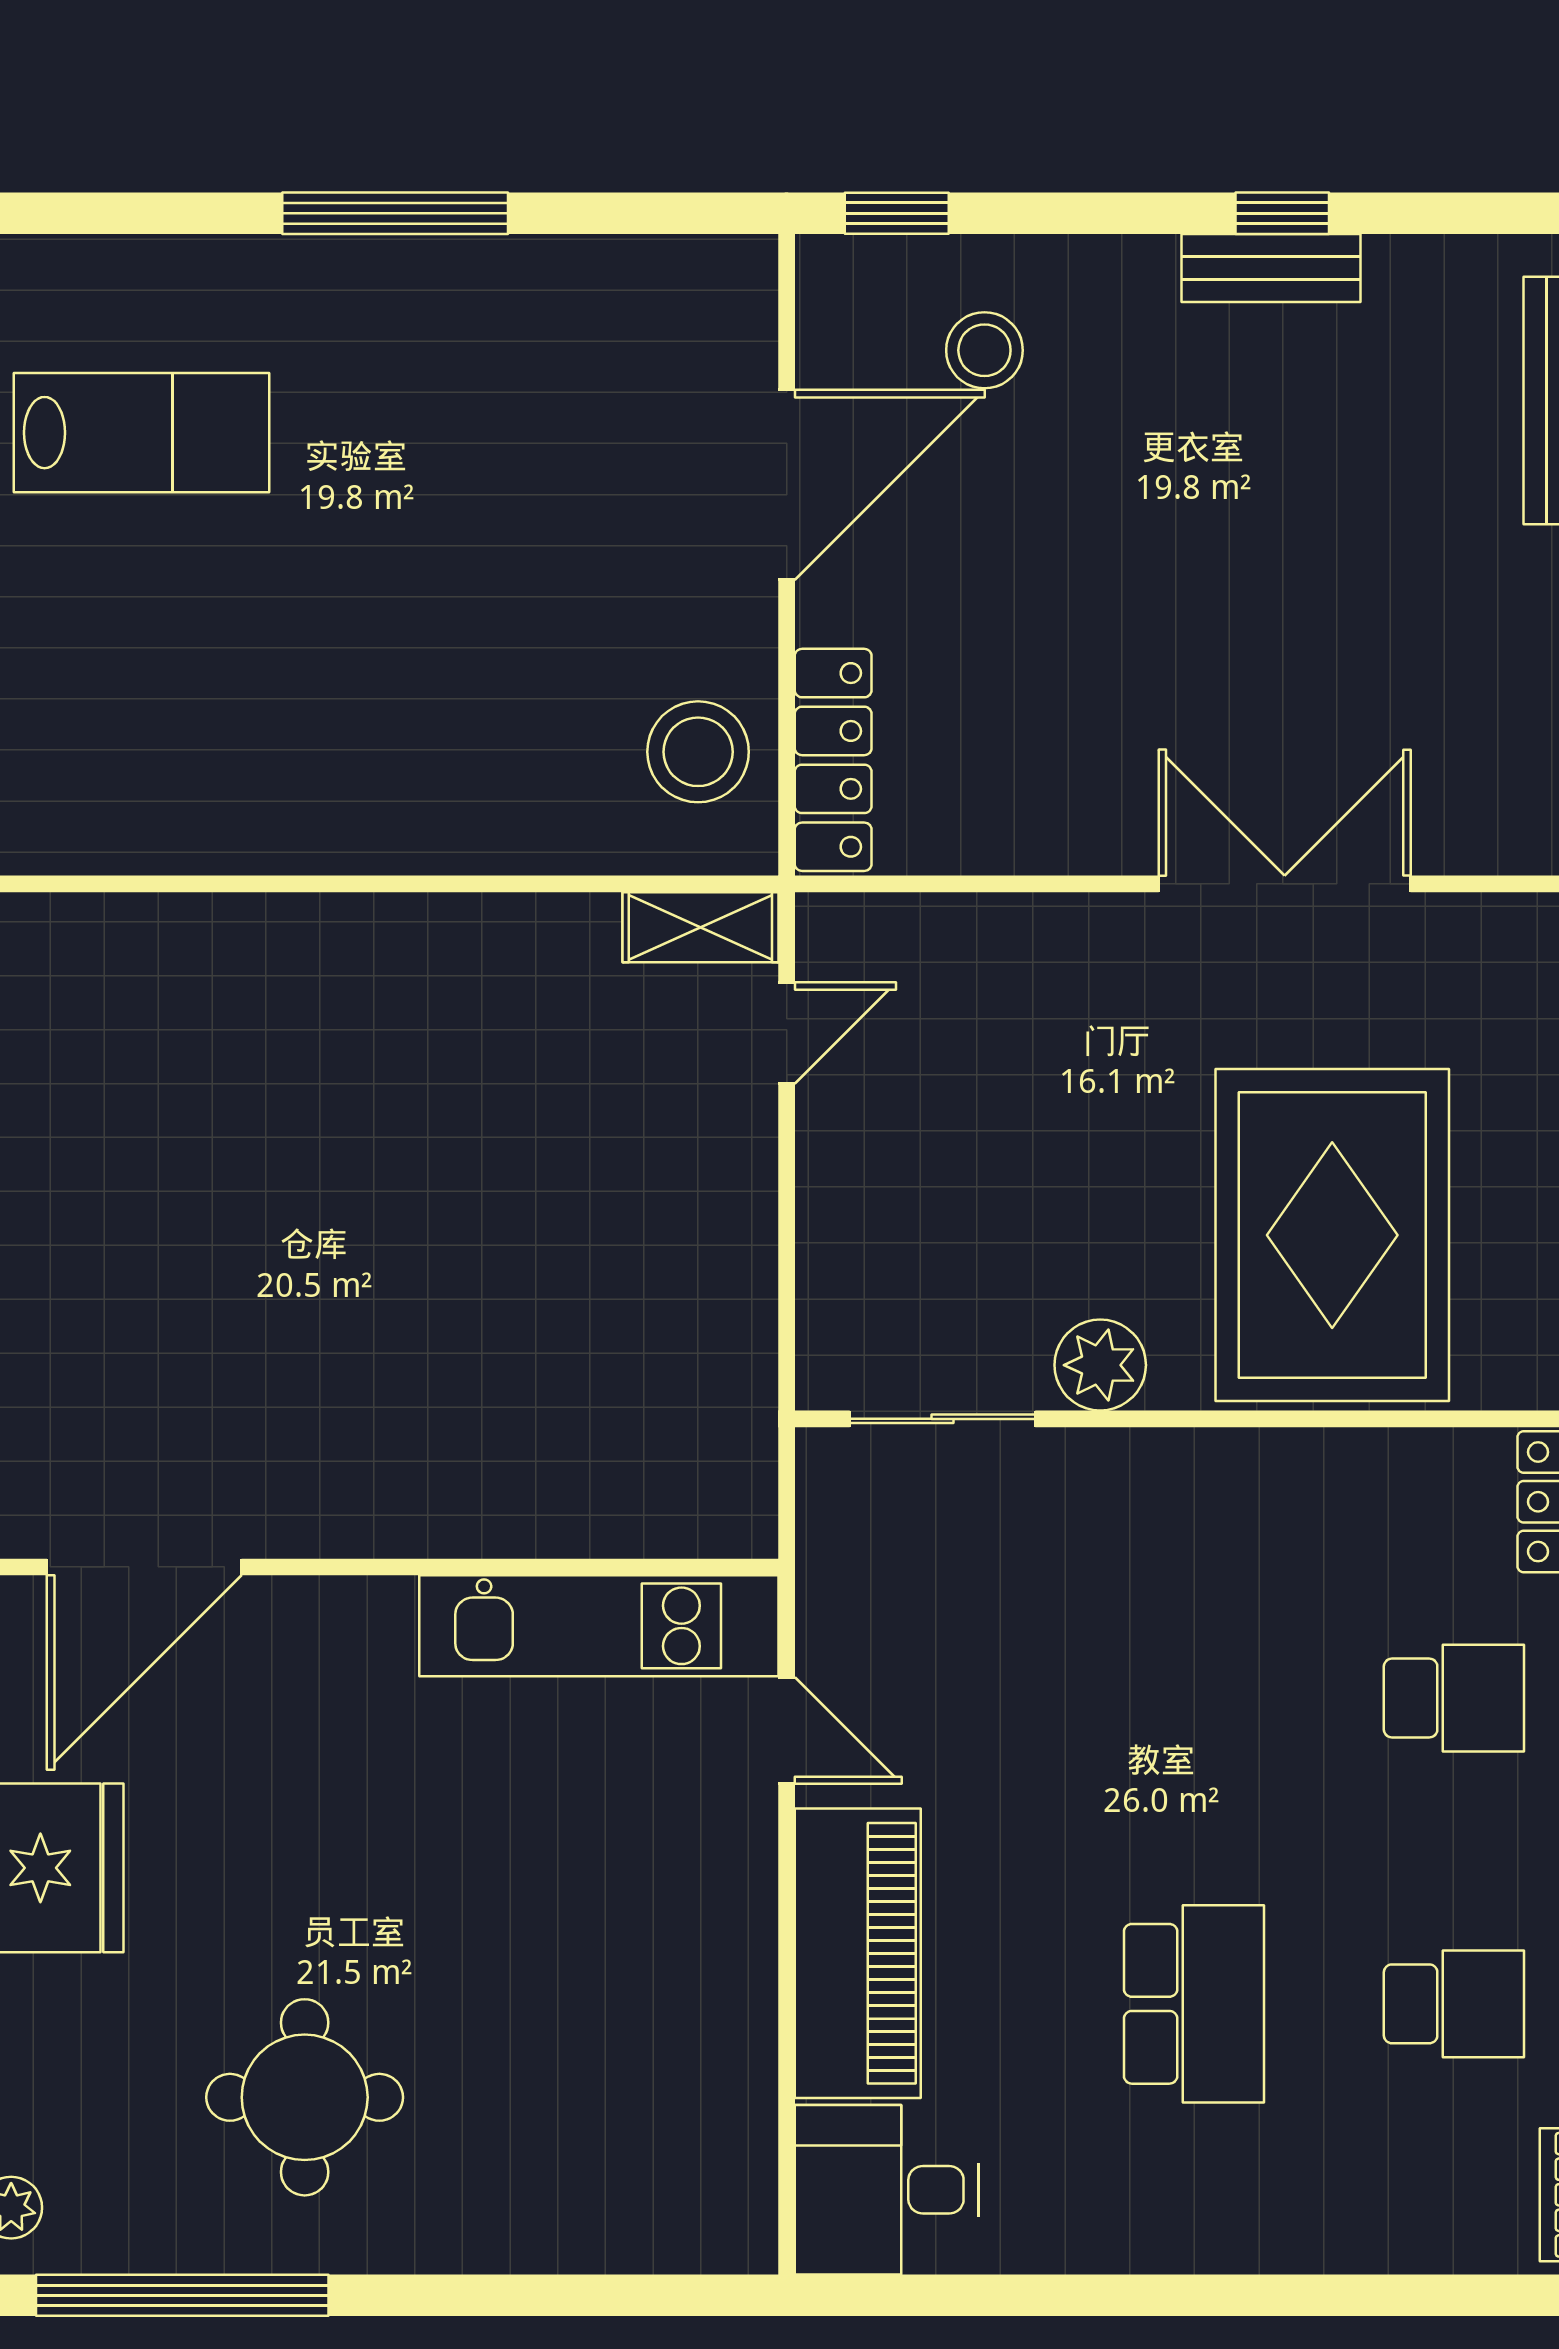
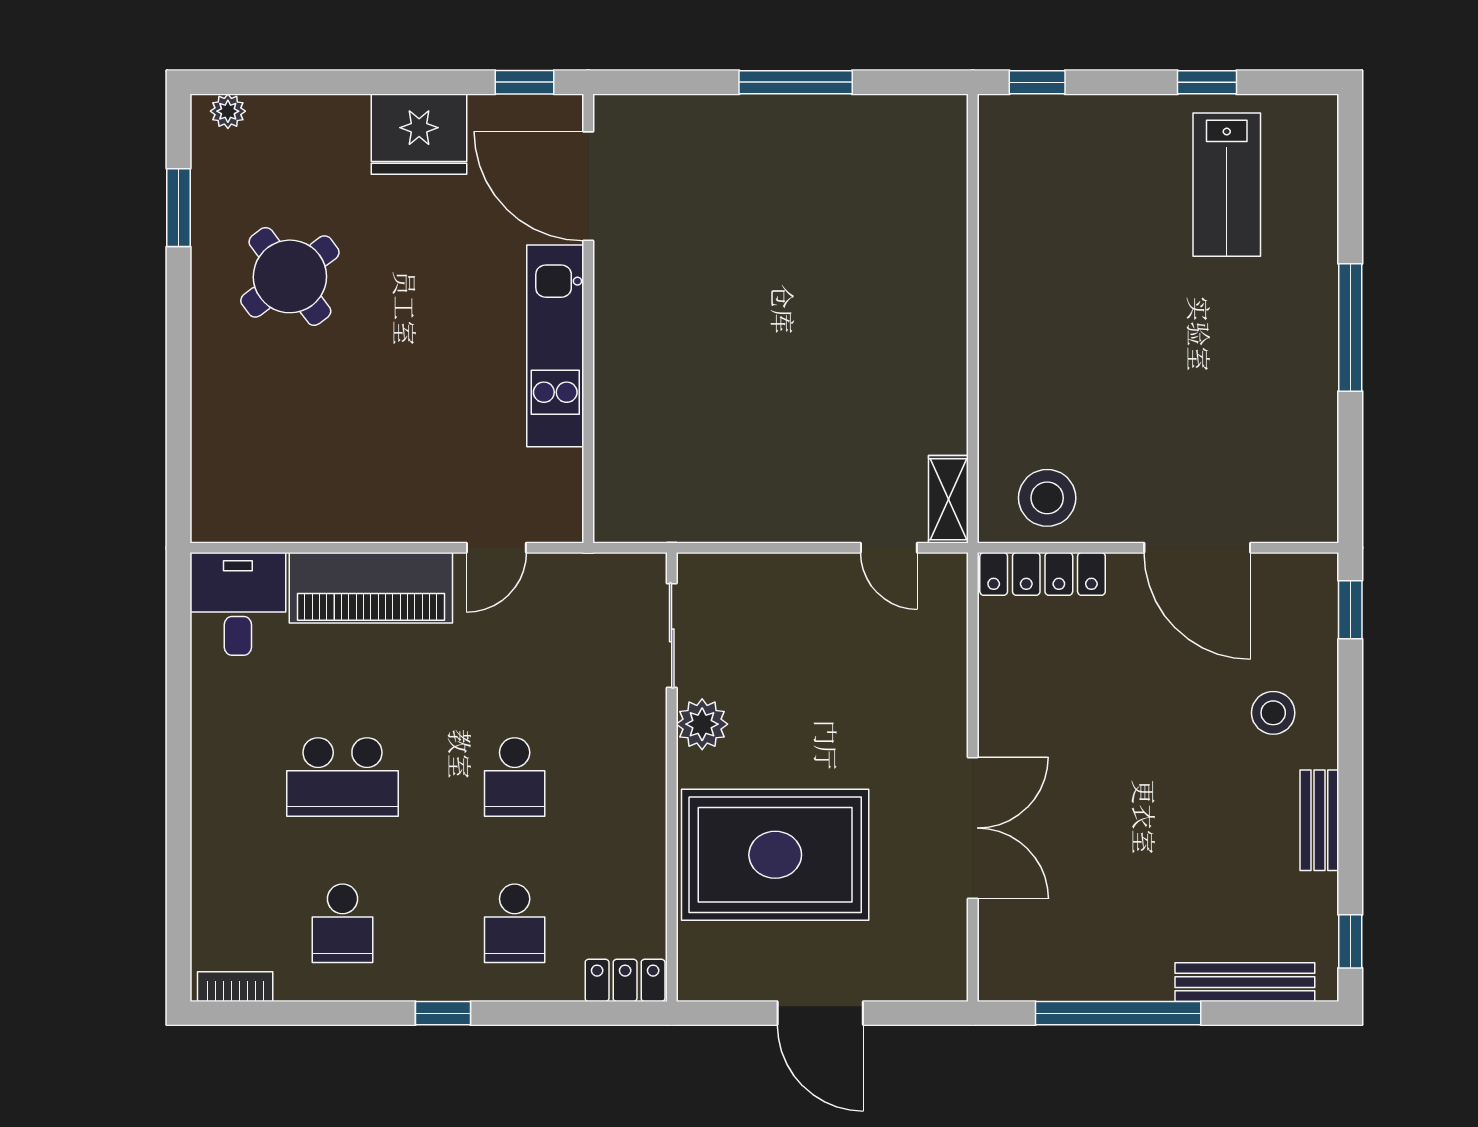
window: (1282, 213) -> (1350, 941), moved
stool: (984, 350) -> (1273, 713), moved
kitchen unit: (599, 1626) -> (555, 346), moved
school desk: (1194, 1698) -> (515, 777), added
round table: (305, 2097) -> (290, 276), turned -37
window: (182, 2295) -> (178, 208), width x0.47

